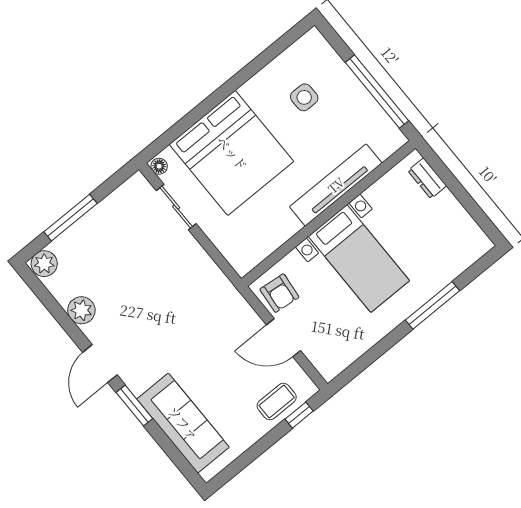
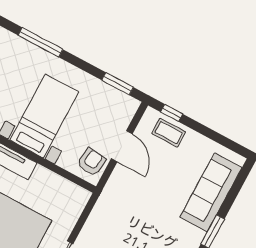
window: (433, 305) -> (40, 42), moved
window: (362, 364) -> (117, 84), added

